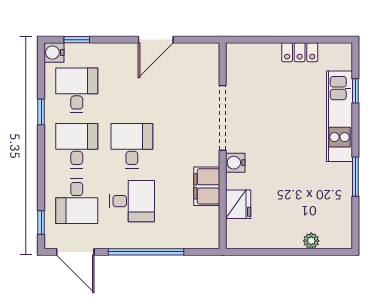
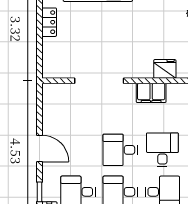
door: (156, 40) -> (39, 149), moved
water cooler: (235, 163) -> (133, 71), removed

